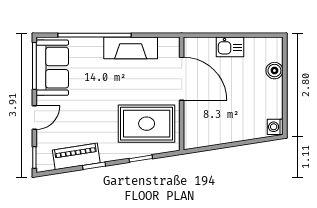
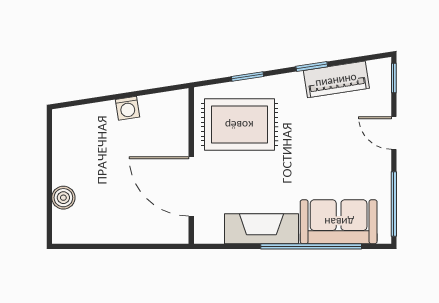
kitchen sink: (230, 47) -> (125, 230), removed
sofa: (52, 68) -> (339, 222), moved, turned 90
door: (34, 117) -> (394, 133), hinge flipped
washing machine: (275, 127) -> (127, 108), moved, turned 81

